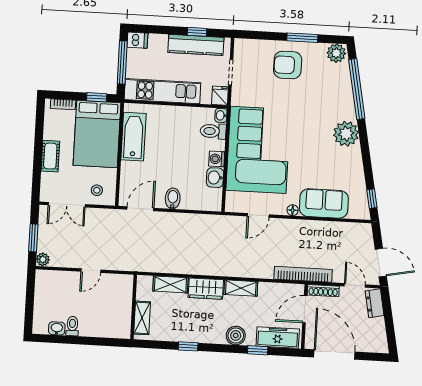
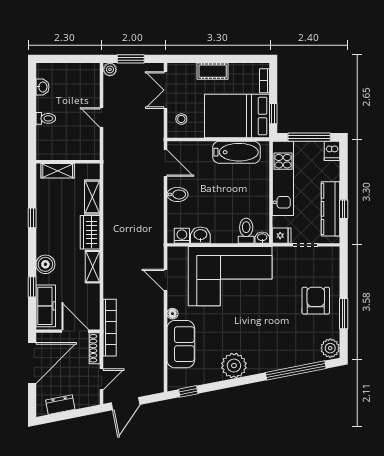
plant: (346, 134) -> (234, 366), moved
washing machine: (217, 159) -> (182, 236), moved
dresser: (375, 303) -> (60, 405), moved
toilet: (72, 326) -> (46, 118), moved

